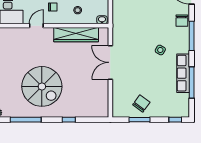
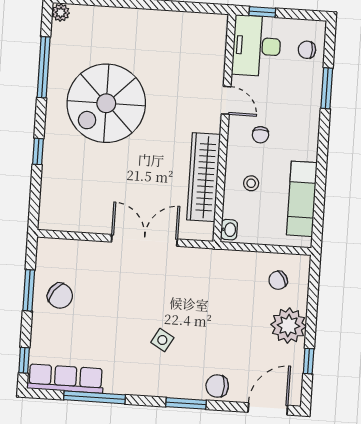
window: (192, 36) -> (186, 403), width x0.69
row of seats: (183, 73) -> (65, 379), moved

